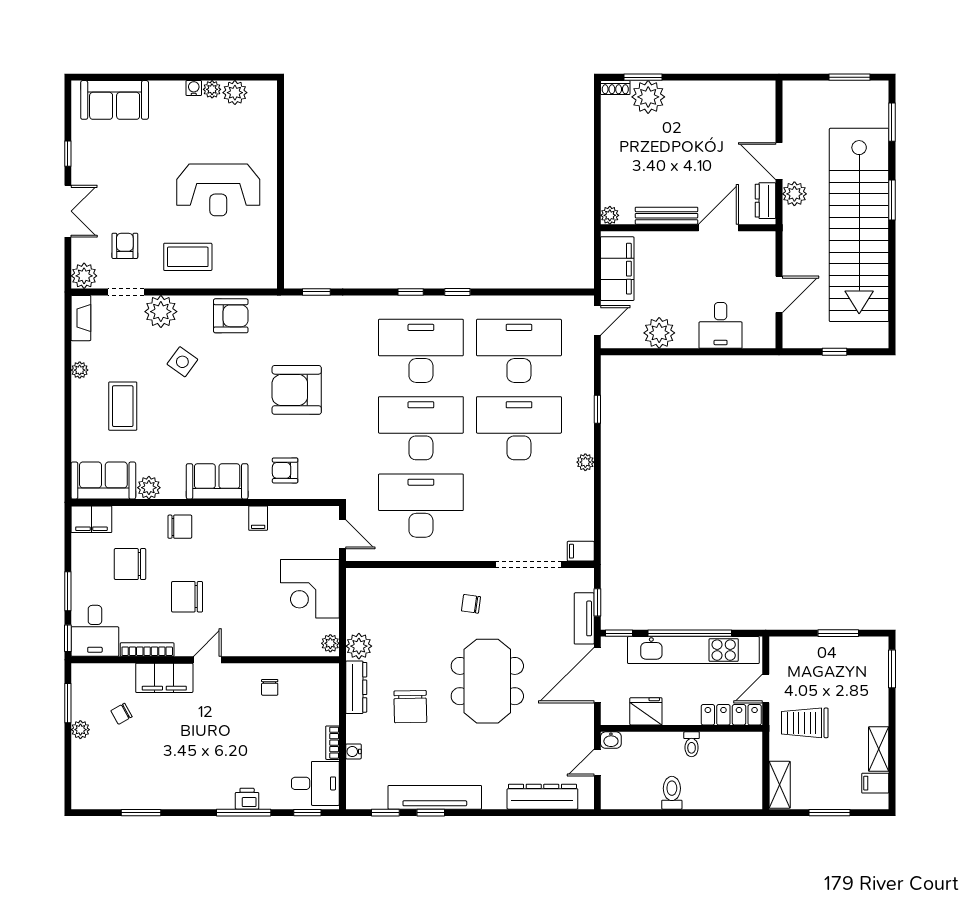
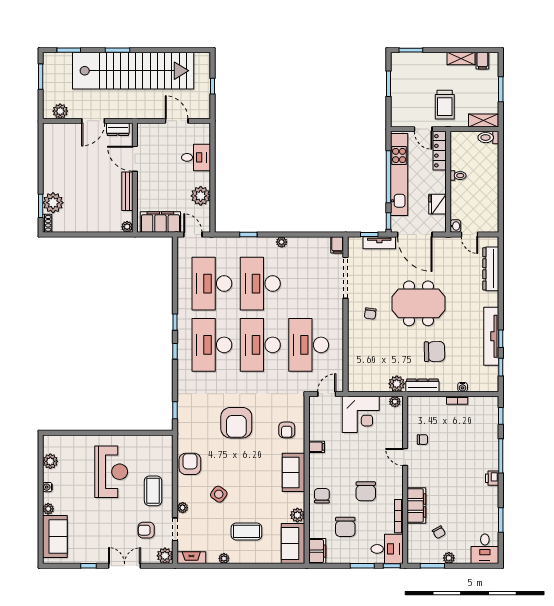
plant: (212, 89) -> (48, 509), moved
plant: (794, 194) -> (60, 111), moved
plant: (161, 312) -> (183, 508), width x0.53, depth x0.53
door: (207, 660) -> (405, 457), moved
desk: (315, 783) -> (485, 549), moved, turned 180
toilet: (672, 793) -> (488, 138), moved
printer: (247, 799) -> (492, 478), moved

